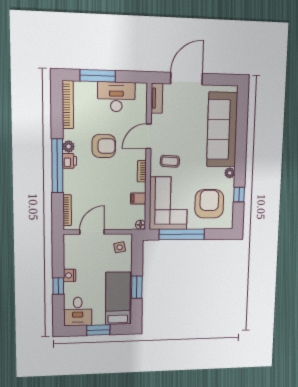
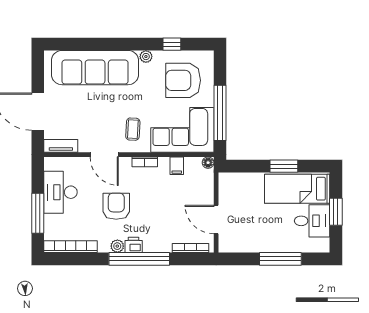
side table: (120, 247) -> (235, 187), removed
nightstand: (70, 275) -> (268, 246), removed
window: (58, 286) -> (280, 259), width x2.17
desk: (78, 311) -> (312, 221), moved

